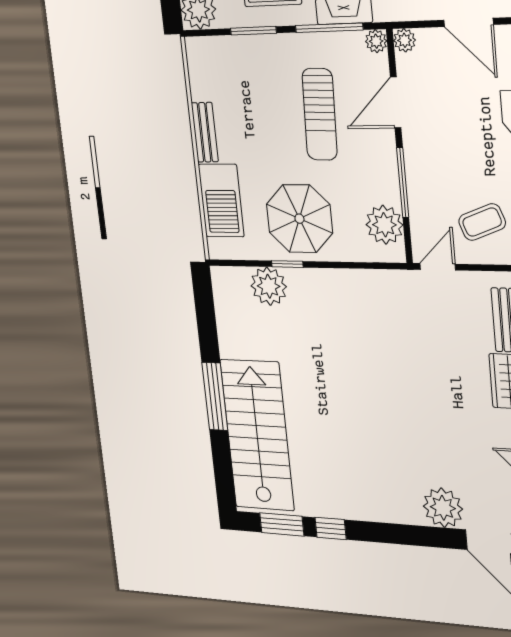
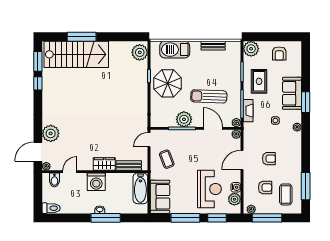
bench: (205, 132) -> (213, 46), moved
plant: (384, 225) -> (184, 119), moved
door: (438, 267) -> (149, 140), swing flipped
plant: (269, 286) -> (140, 52), moved
window: (215, 396) -> (82, 37), moved

